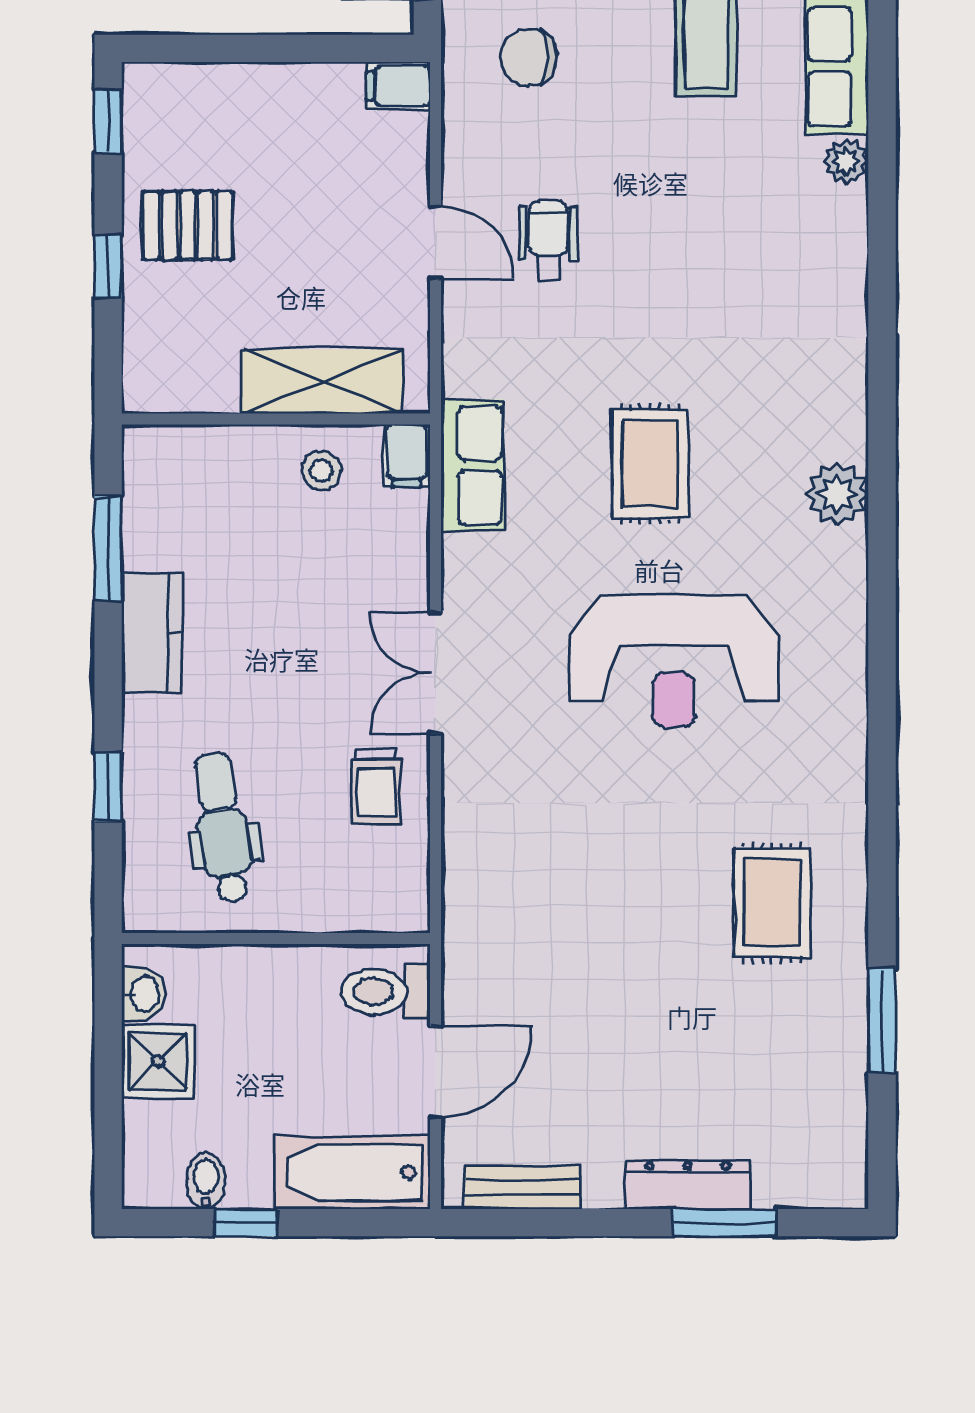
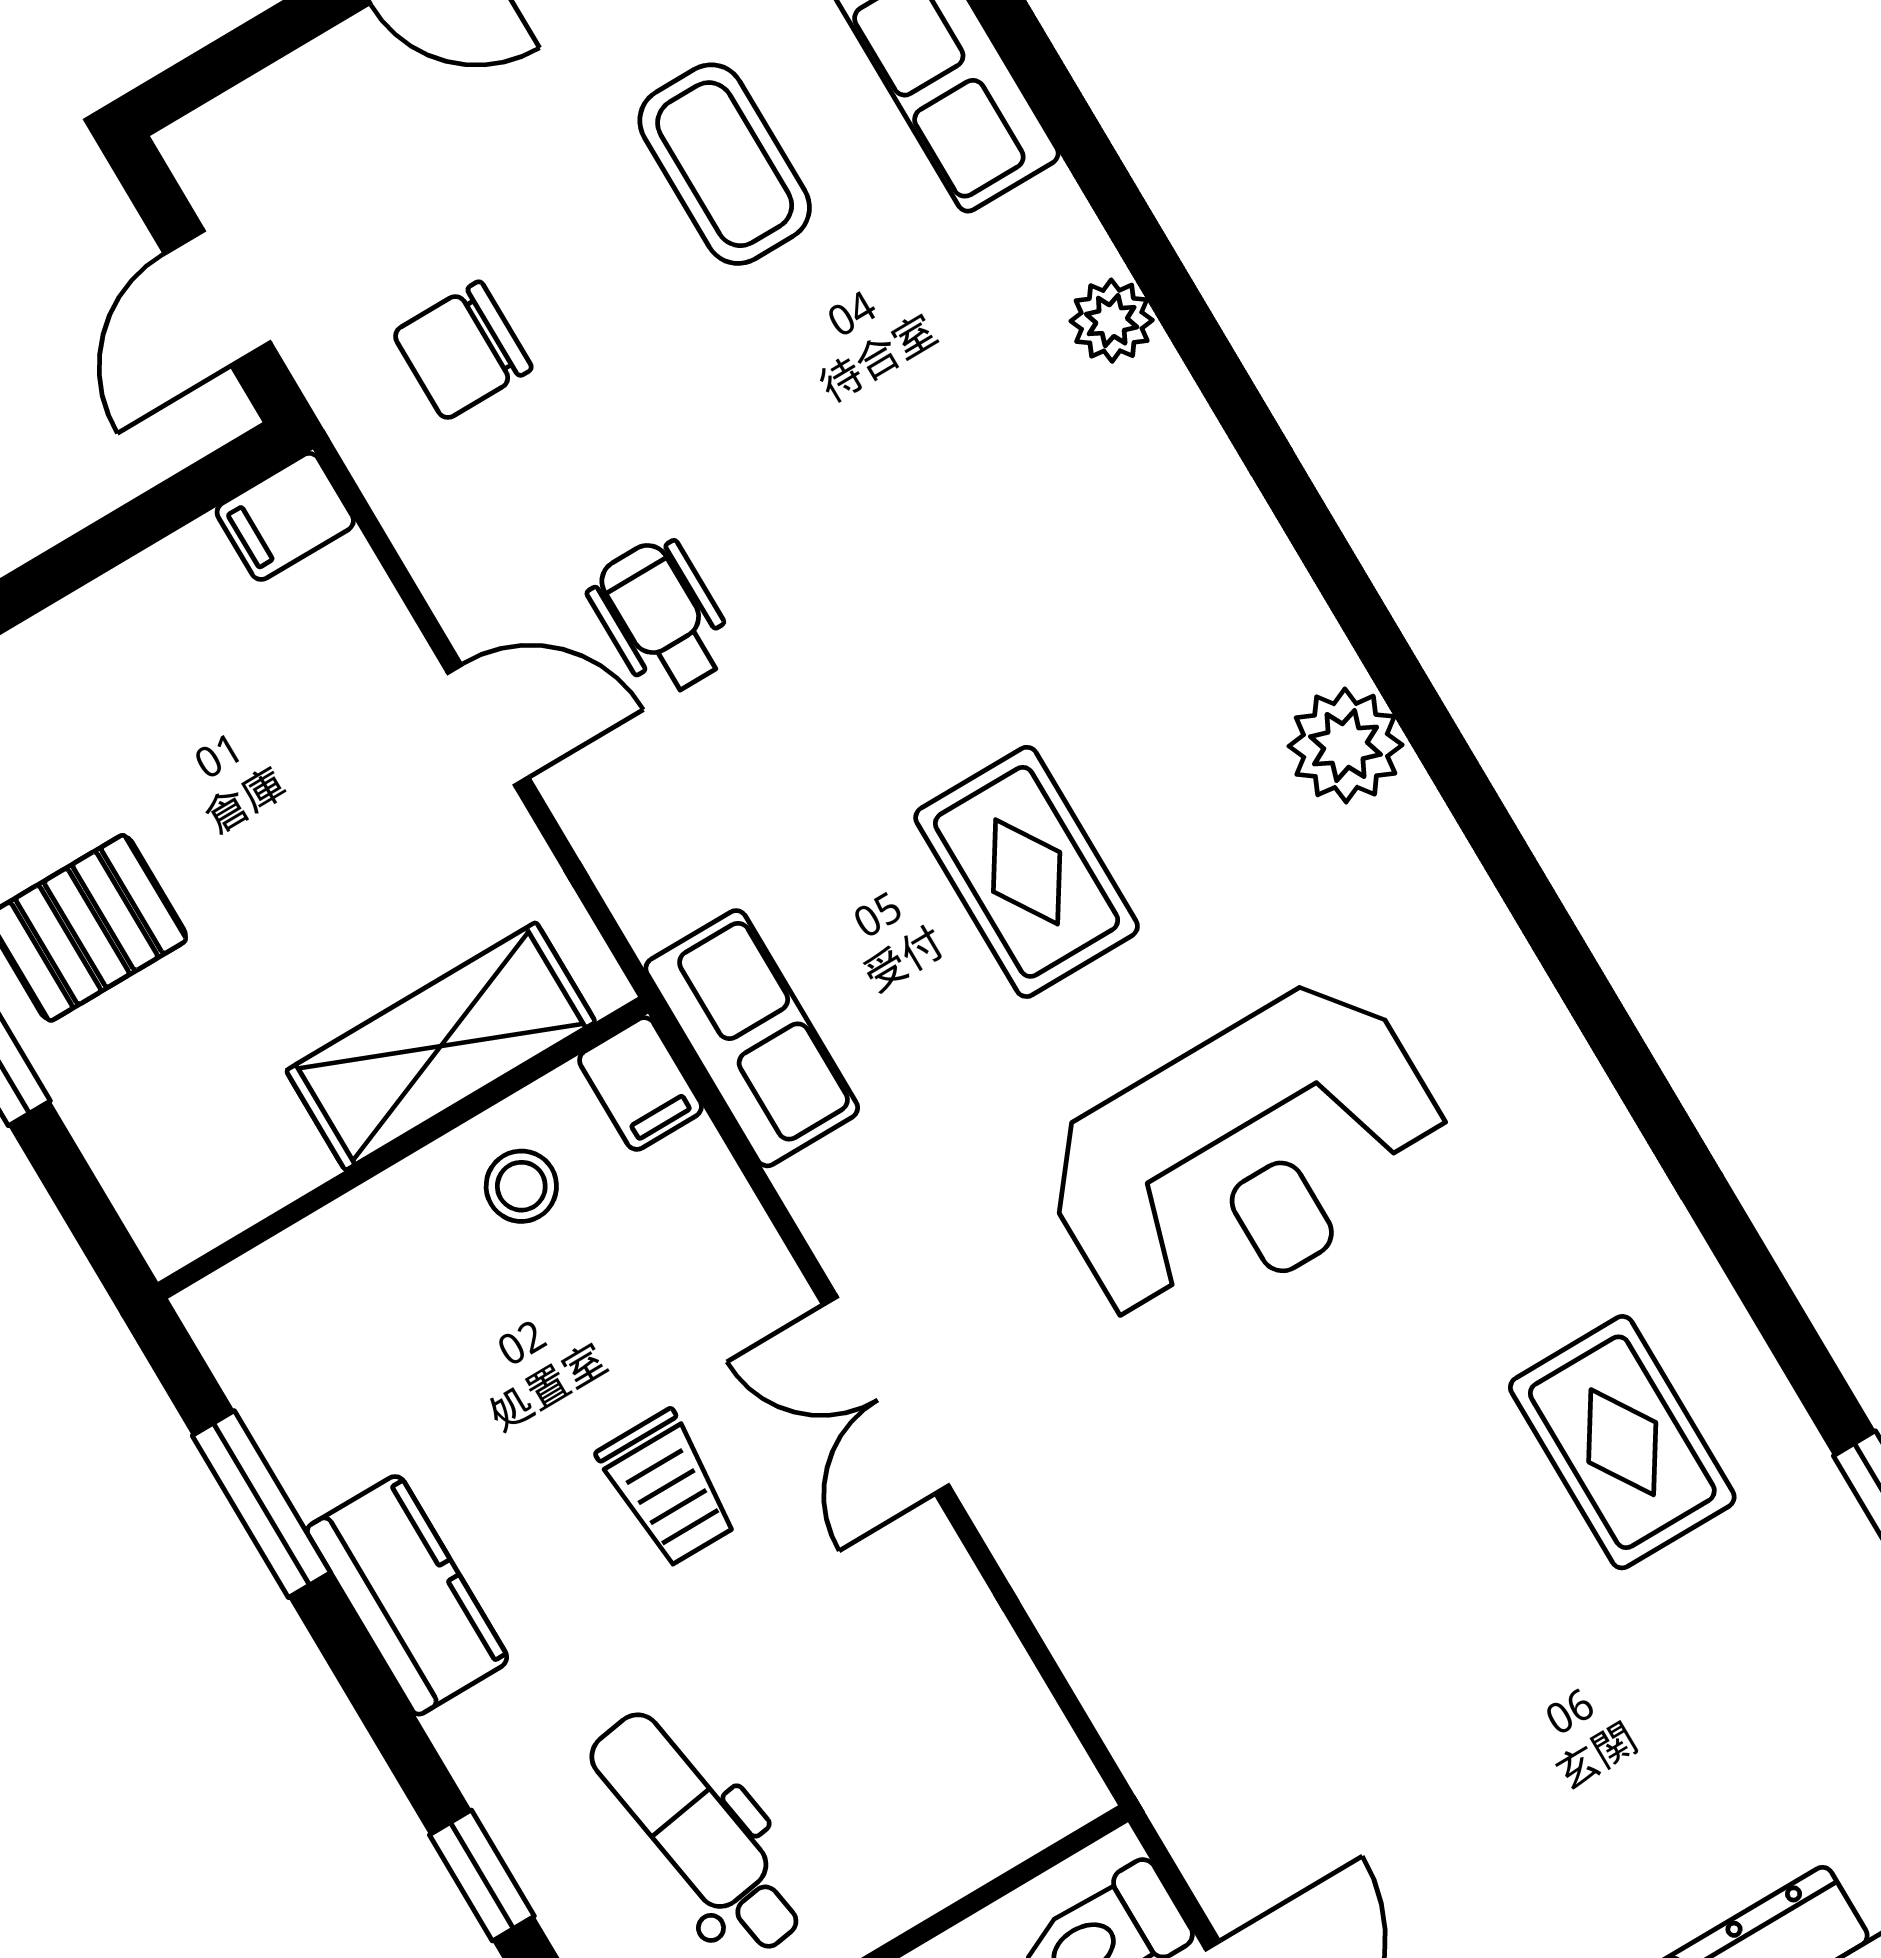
plant: (846, 161) -> (1112, 321), moved
trolley: (376, 787) -> (668, 1488), moved

